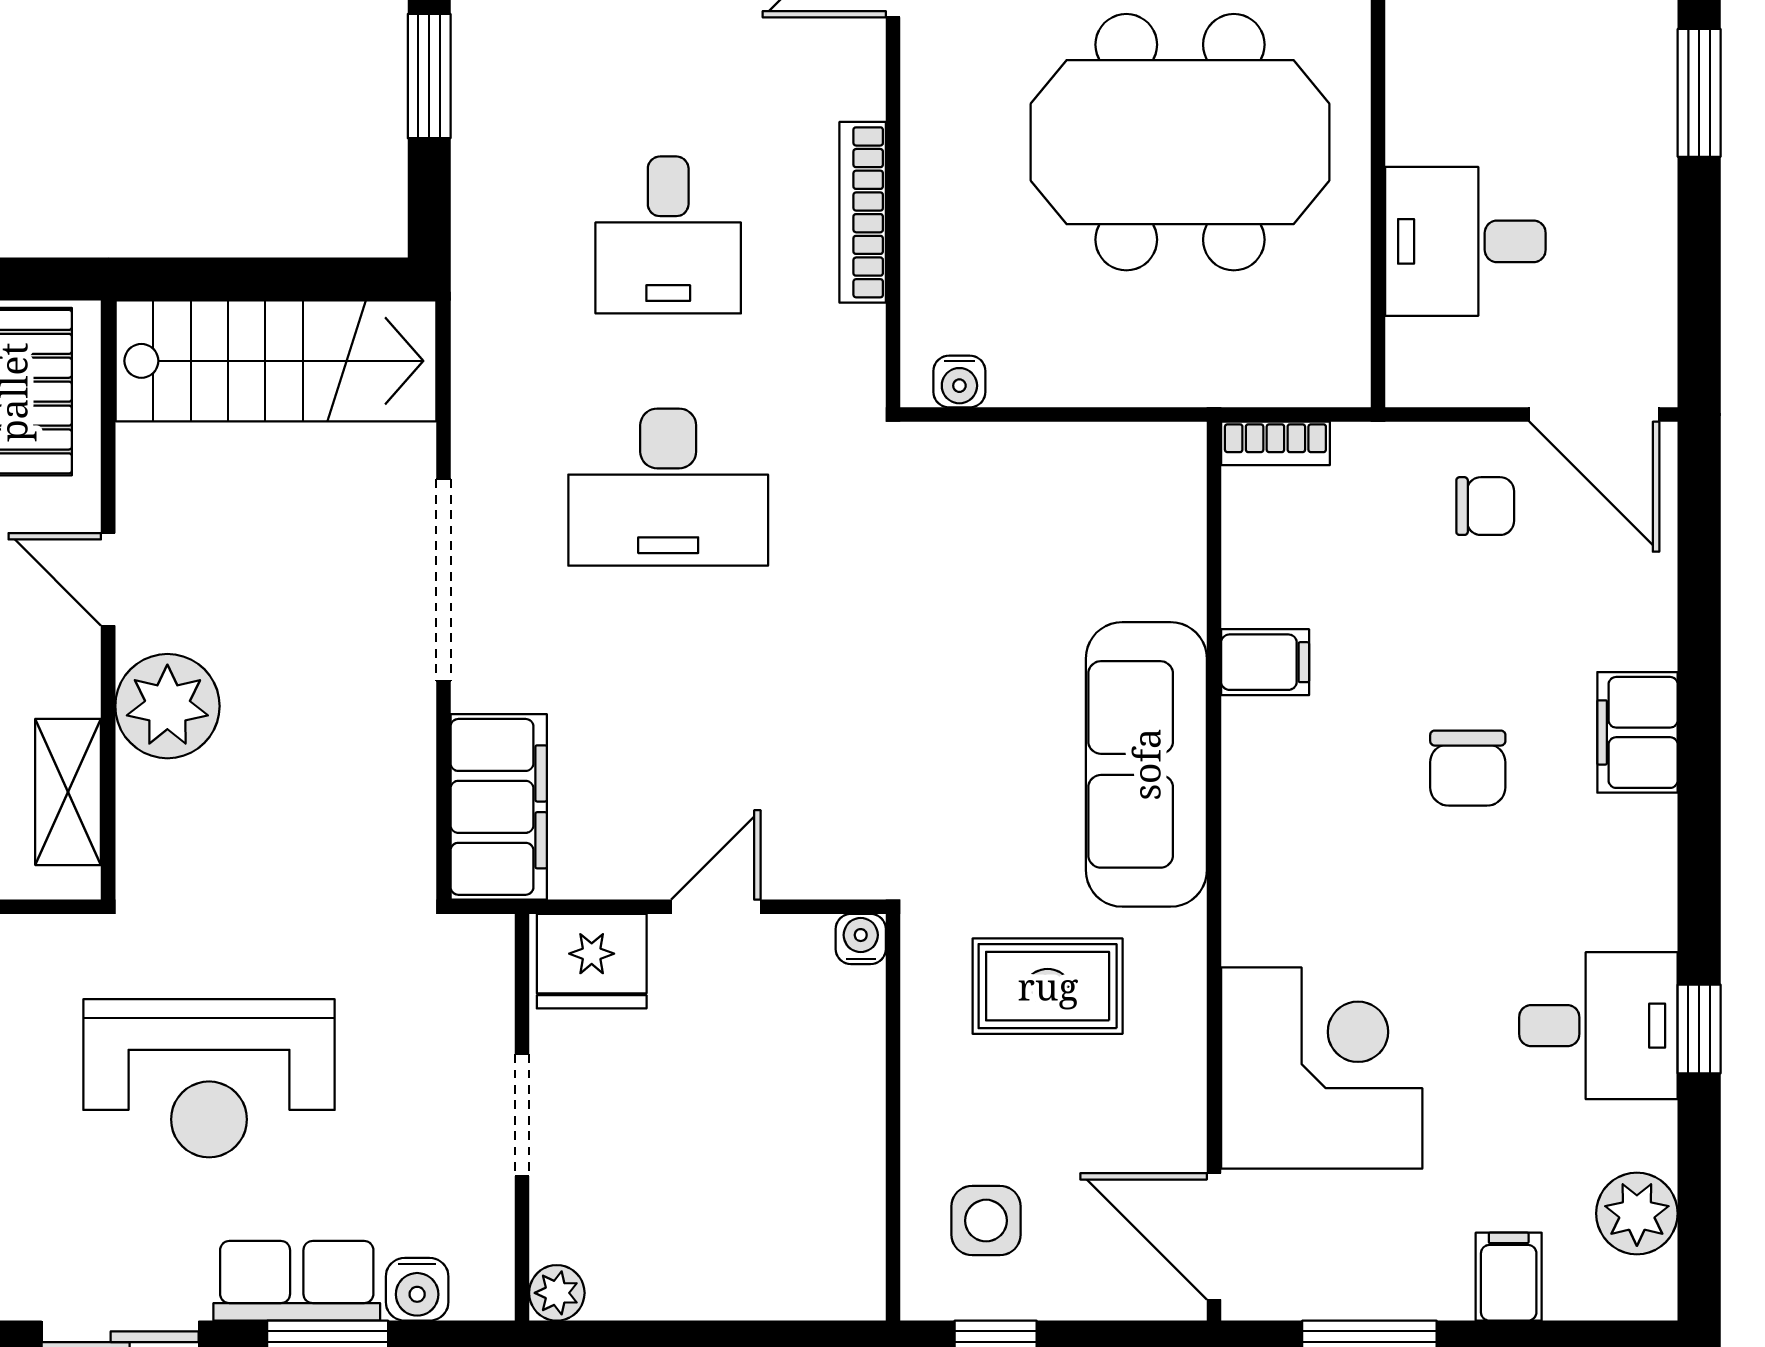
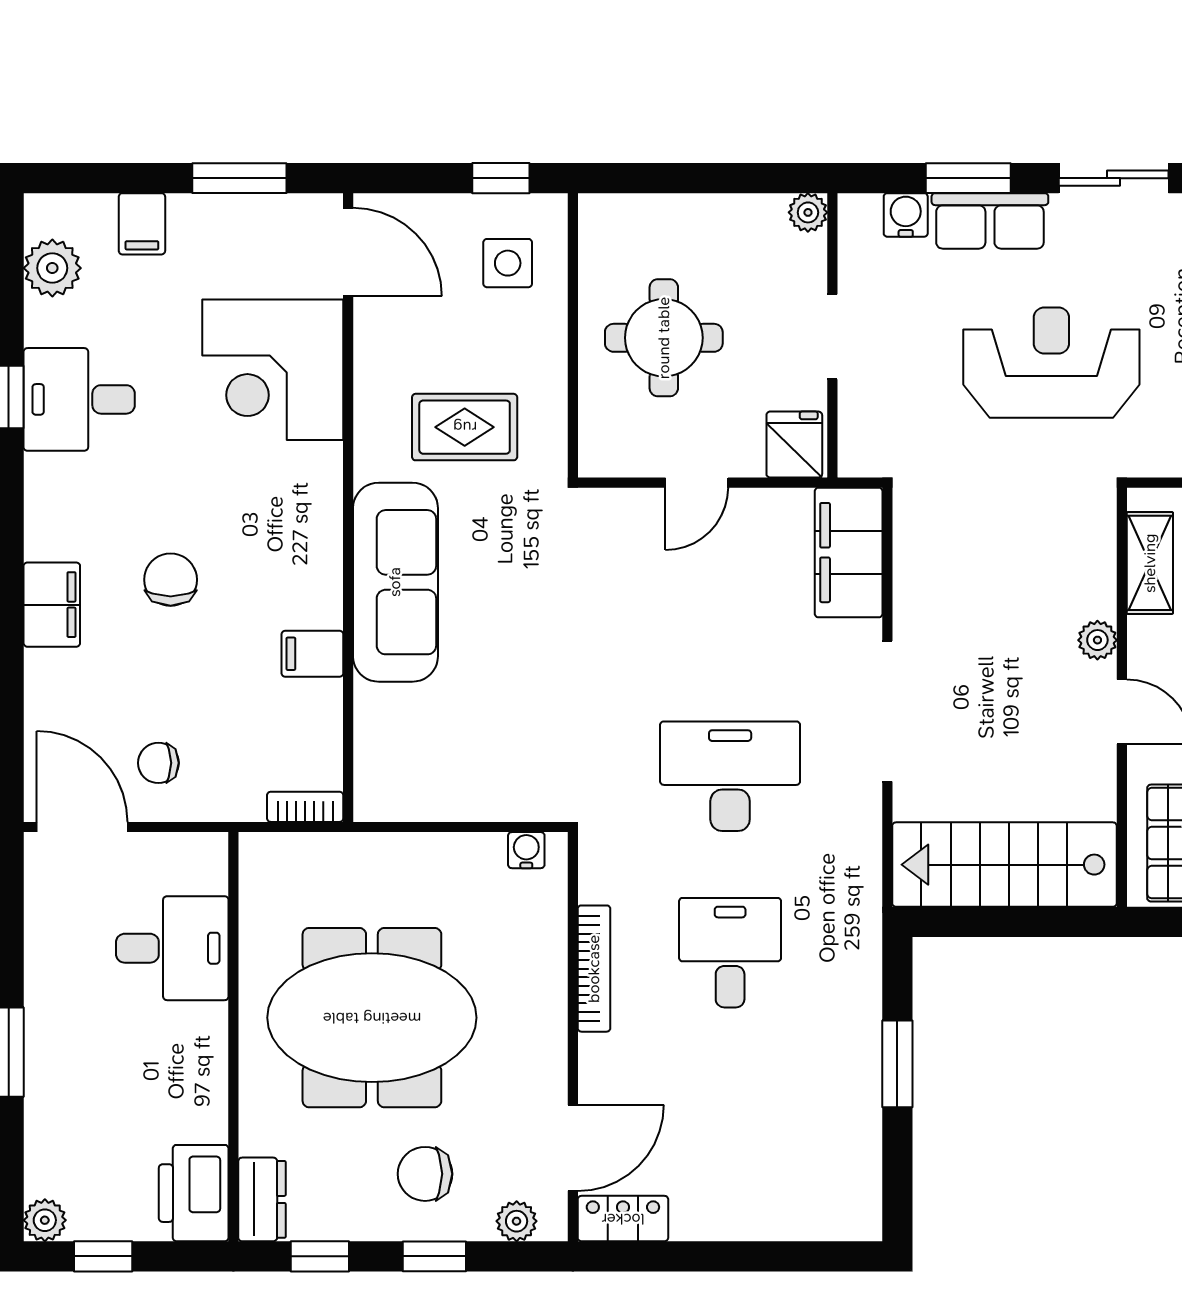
plant: (167, 706) -> (1097, 640), width x0.53, depth x0.53
water cooler: (861, 939) -> (595, 460), removed
fridge: (592, 961) -> (794, 445), width x0.72
round table: (763, 1114) -> (664, 338), added

